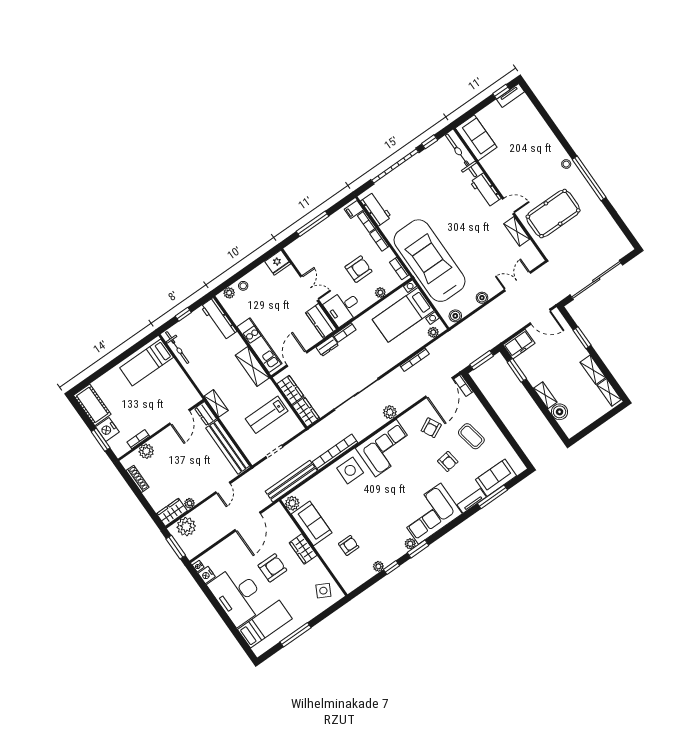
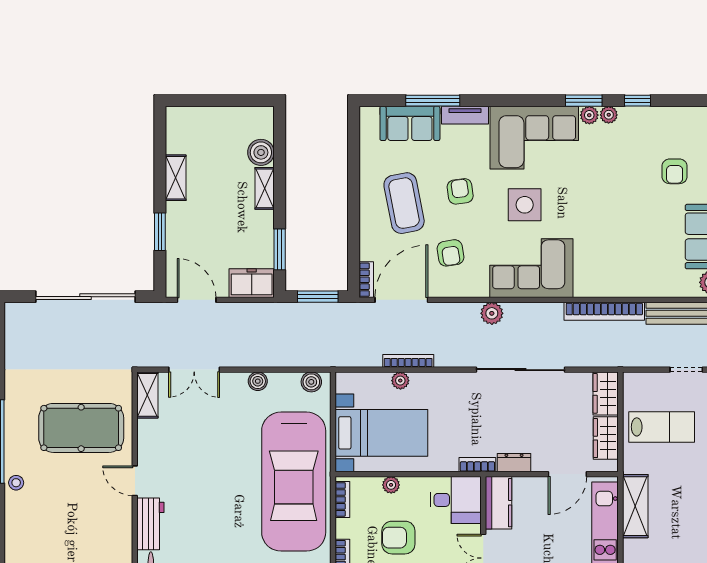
shelving: (517, 231) -> (147, 395), moved
plant: (433, 332) -> (400, 381), moved
shelving: (609, 392) -> (175, 131), removed
armchair: (431, 428) -> (450, 253), turned 108
coffee table: (471, 436) -> (404, 203), width x1.36, depth x1.32
side table: (350, 470) -> (525, 205), moved
armchair: (349, 545) -> (675, 171), turned -90
plant: (378, 566) -> (609, 115), moved

